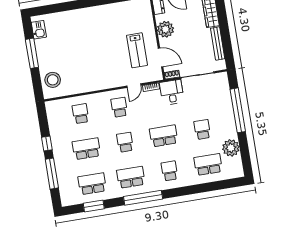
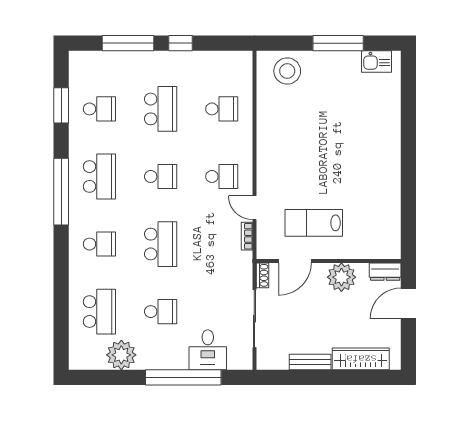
bench: (218, 43) -> (310, 362), width x0.73
desk: (172, 92) -> (208, 350), moved, turned 90
school desk: (92, 184) -> (99, 109), width x0.54

